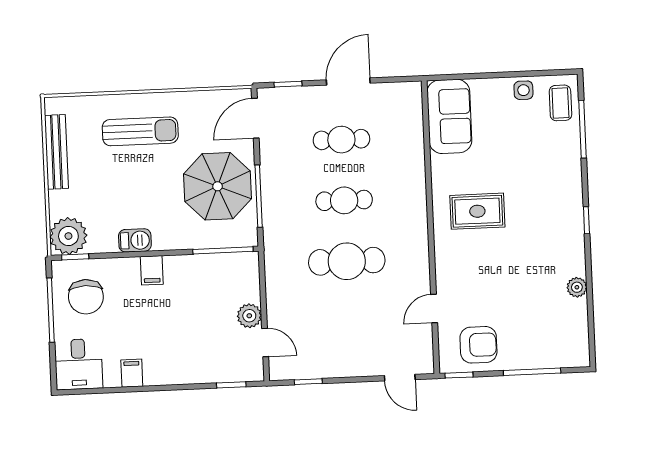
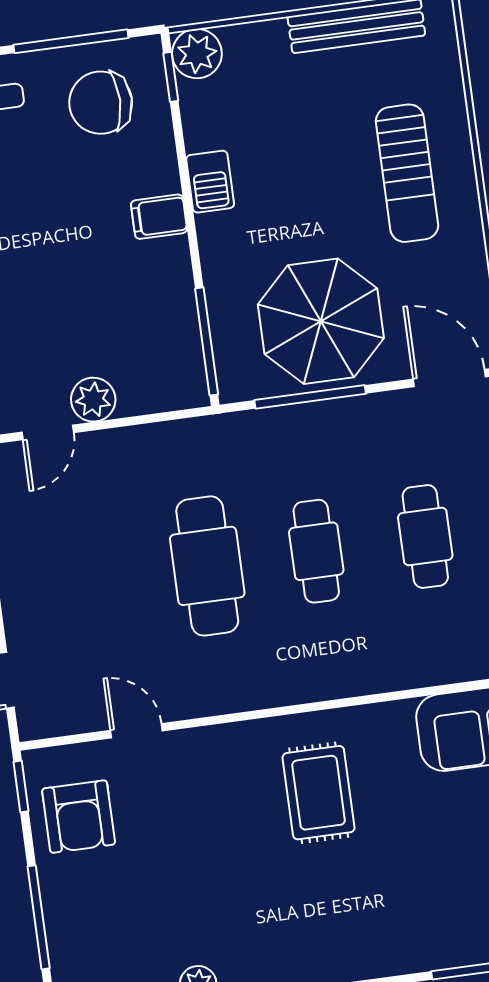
plant: (68, 236) -> (197, 54), width x0.73, depth x0.73

